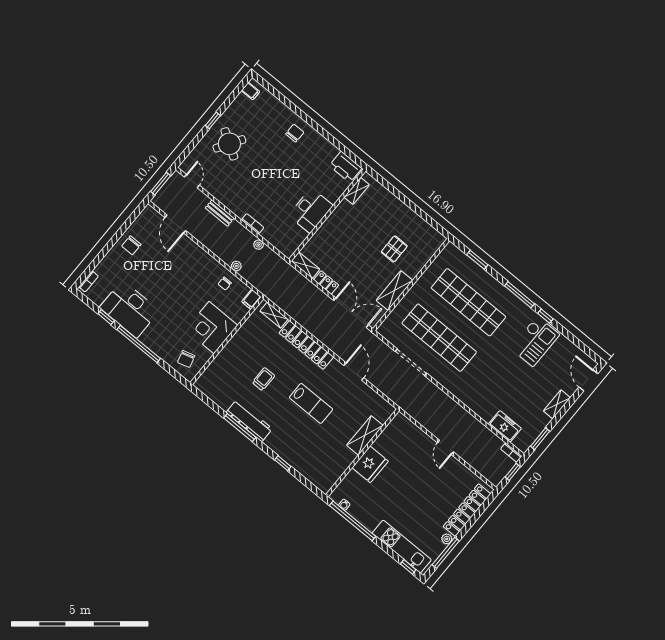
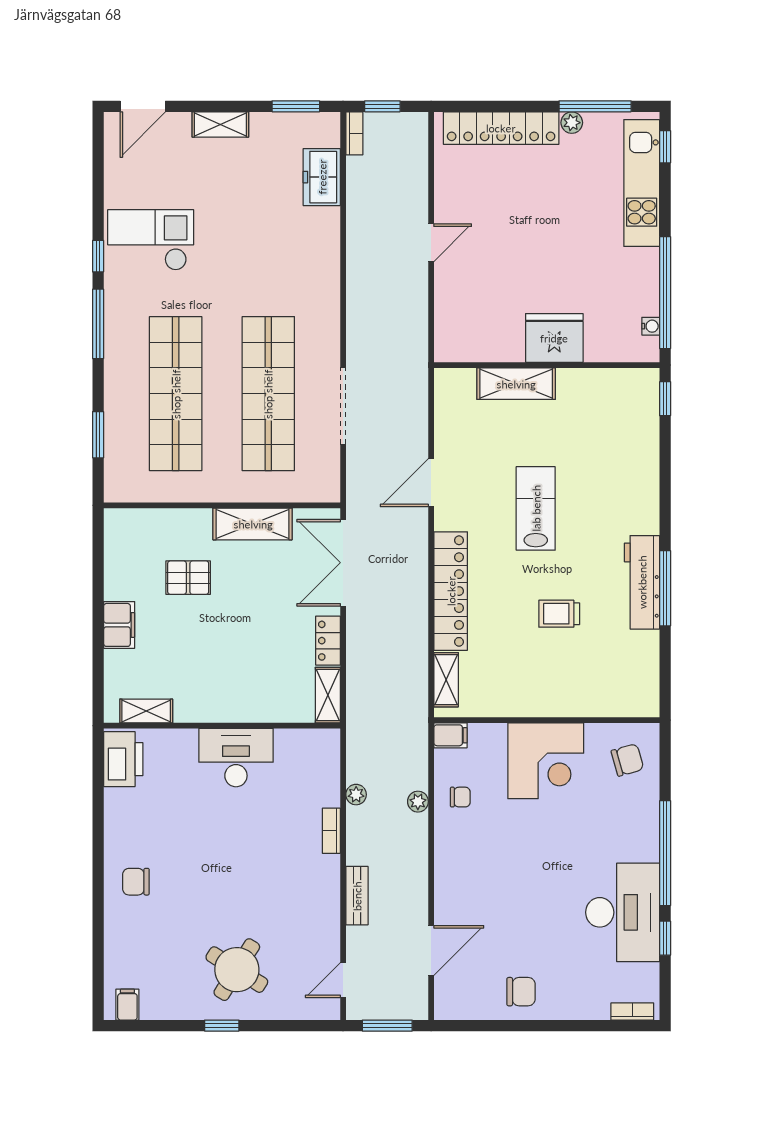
filing cabinet: (398, 208) -> (119, 625), added
window: (283, 463) -> (665, 399), moved

